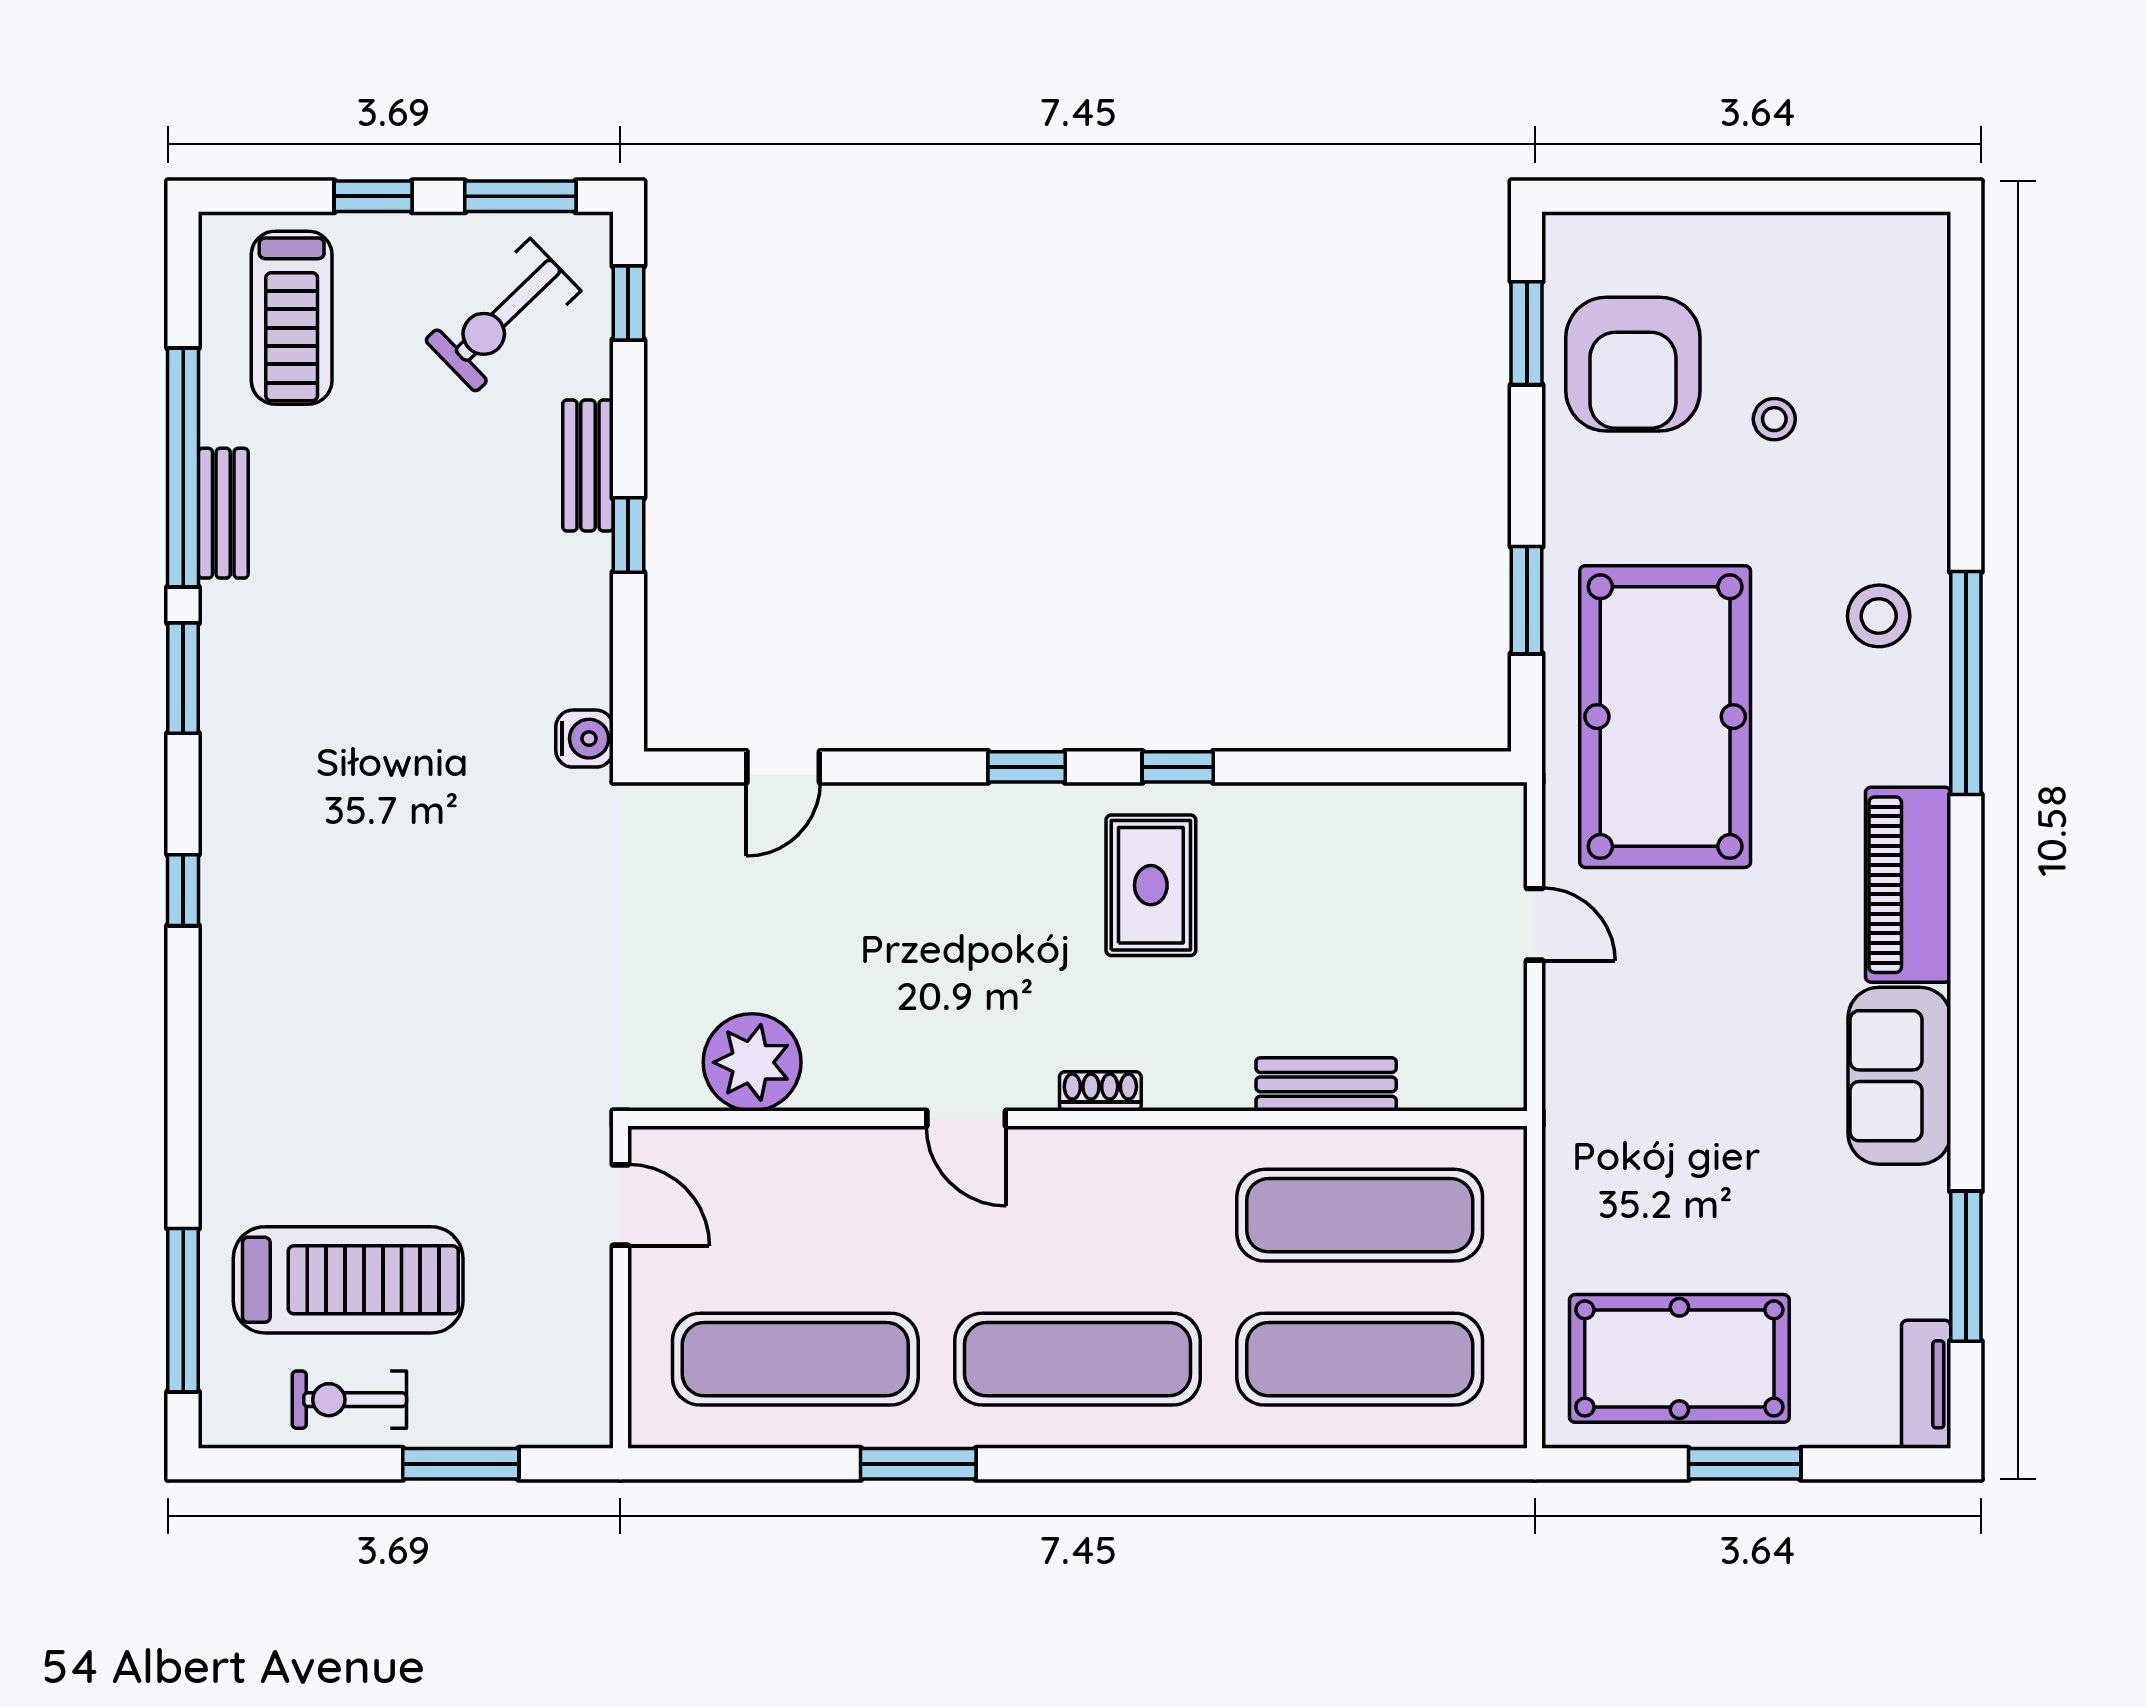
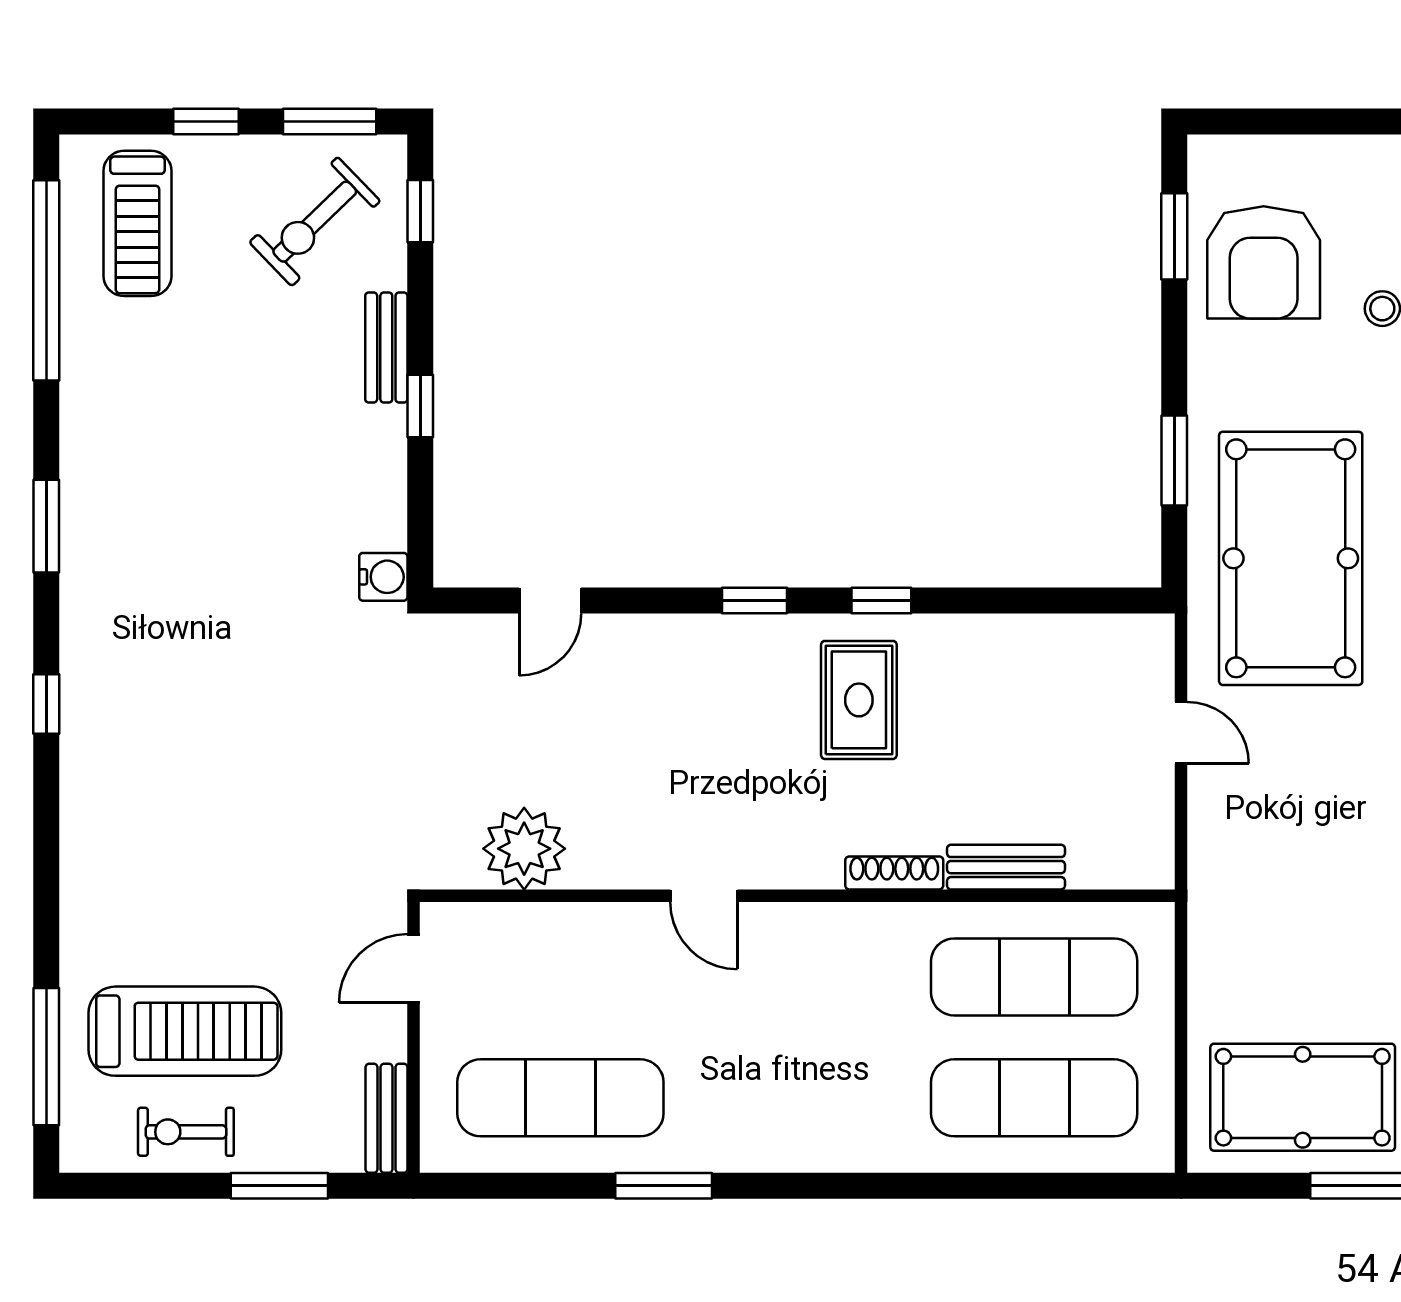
window: (183, 467) -> (46, 280), moved
bench: (223, 513) -> (387, 1118), moved
shoe rack: (1100, 1091) -> (894, 873), moved, width x1.43
door: (620, 1205) -> (414, 968), swing flipped
exercise mat: (1078, 1359) -> (797, 1098), removed

